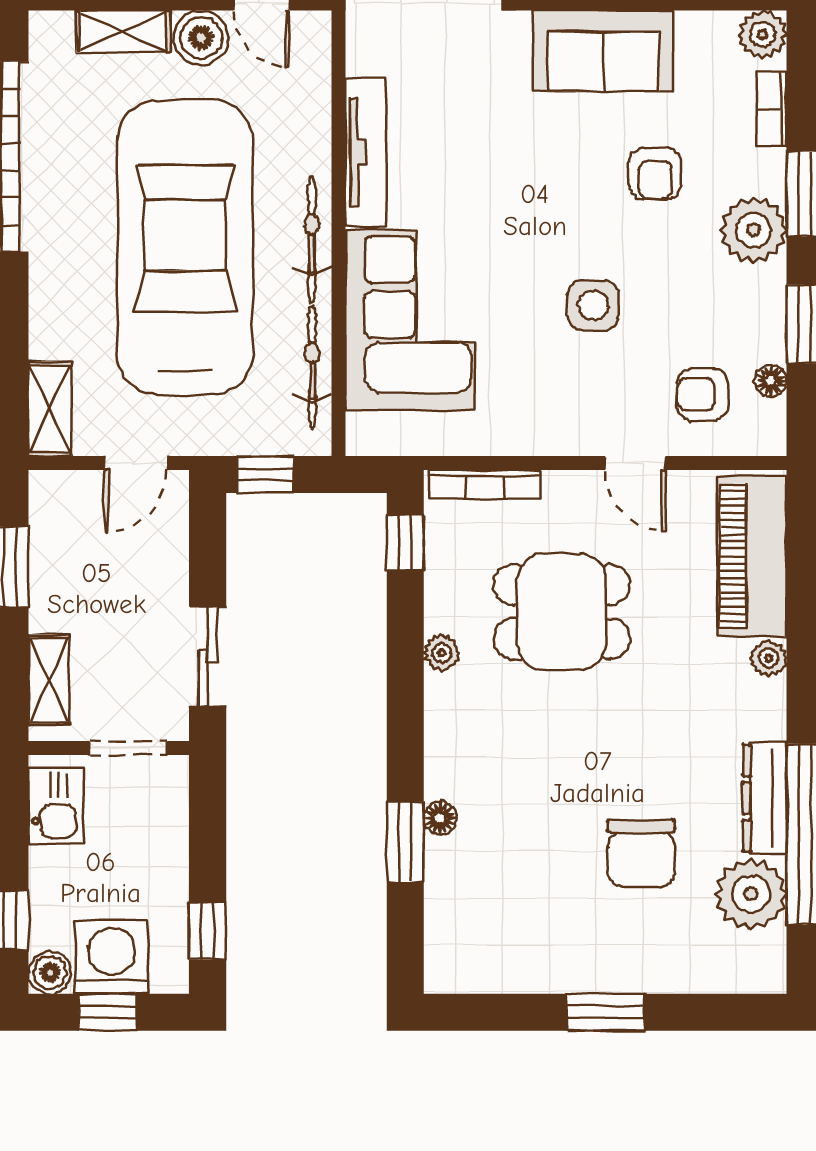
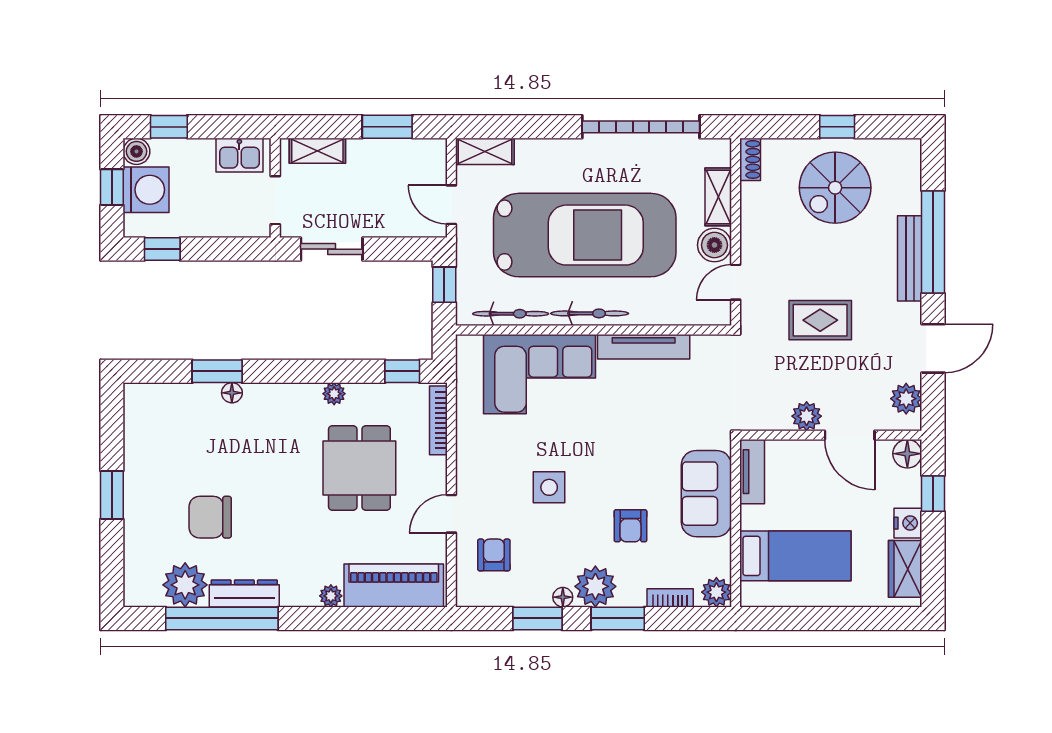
armchair: (655, 173) -> (630, 526), turned -90
floor lamp: (771, 381) -> (563, 597), moved

